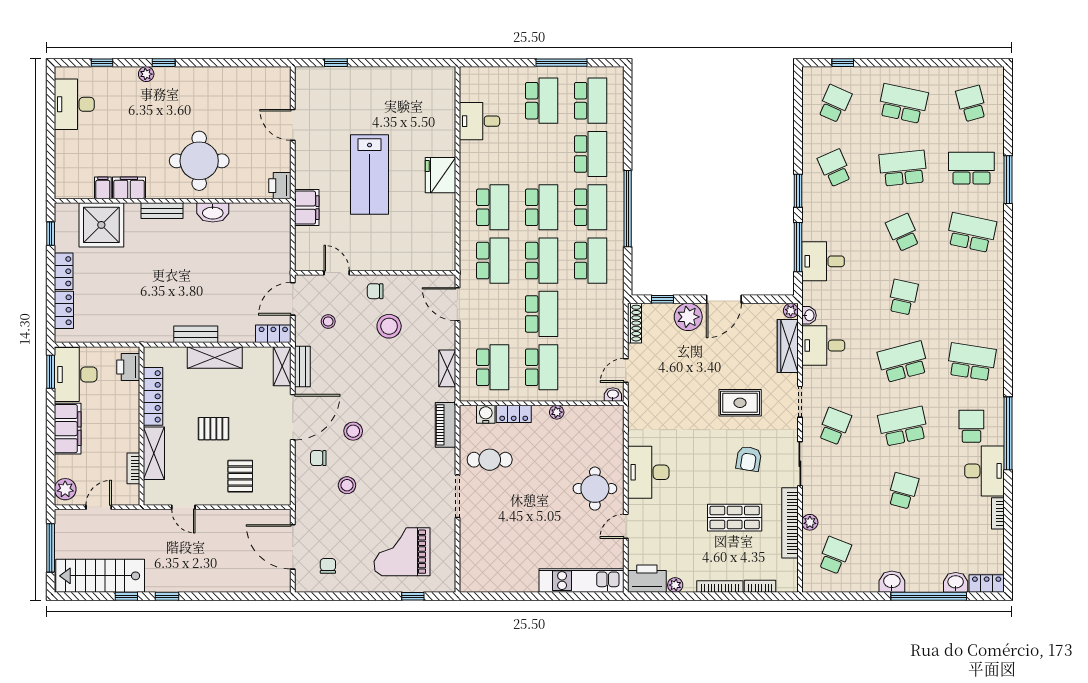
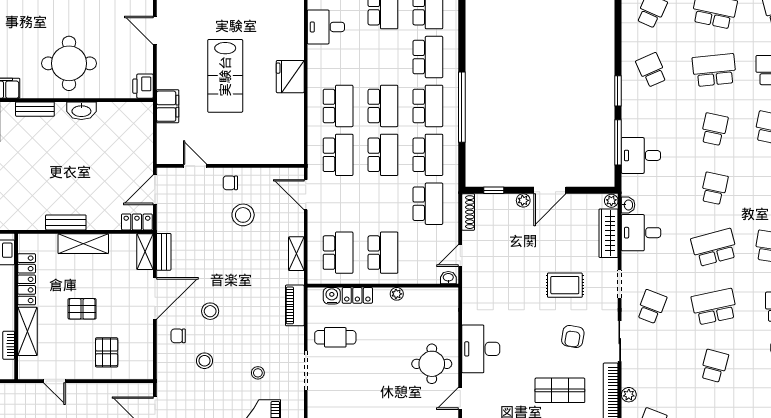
school desk: (903, 233) -> (714, 129), turned 36
school desk: (542, 314) -> (428, 204), moved
plant: (688, 317) -> (523, 200), width x0.53, depth x0.53
stool: (328, 322) -> (258, 373), moved

